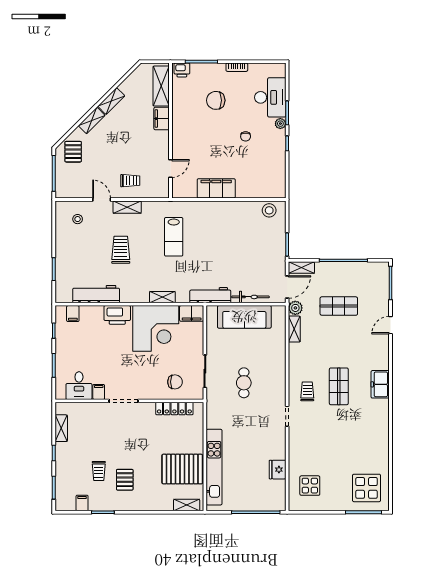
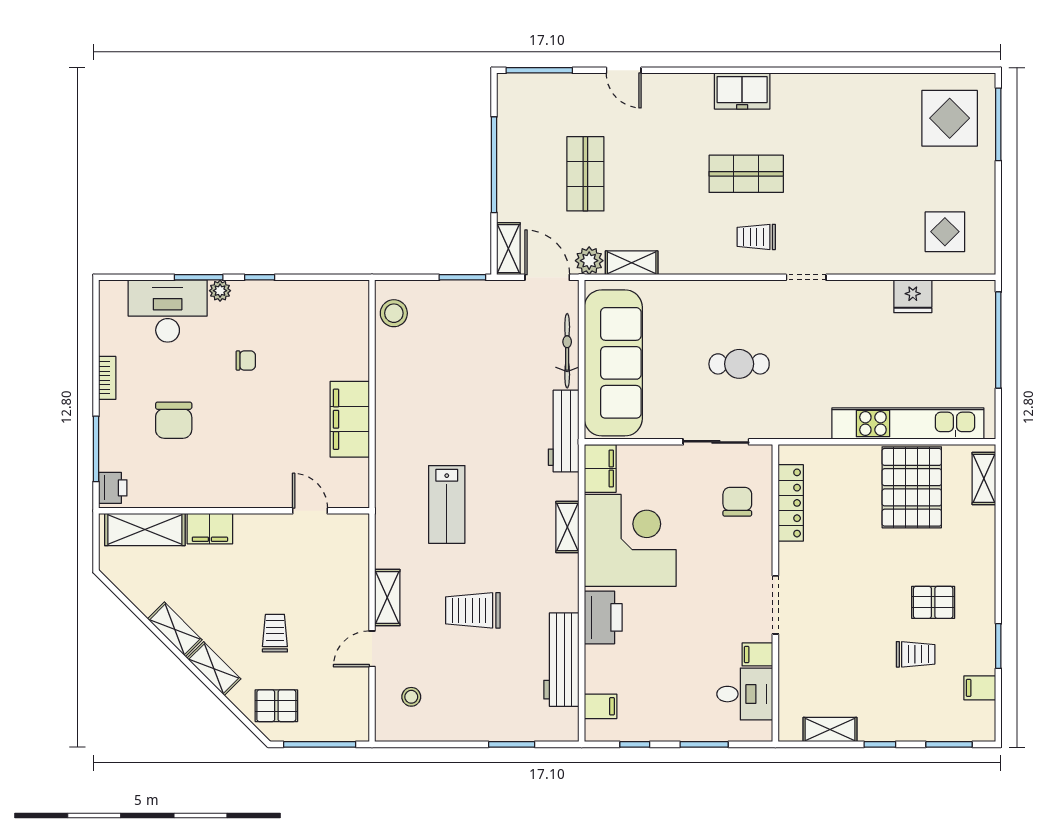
trolley: (130, 181) -> (275, 633), moved
lab bench: (174, 237) -> (447, 504), turned 90
sofa: (244, 317) -> (613, 363), width x1.36, depth x1.27

